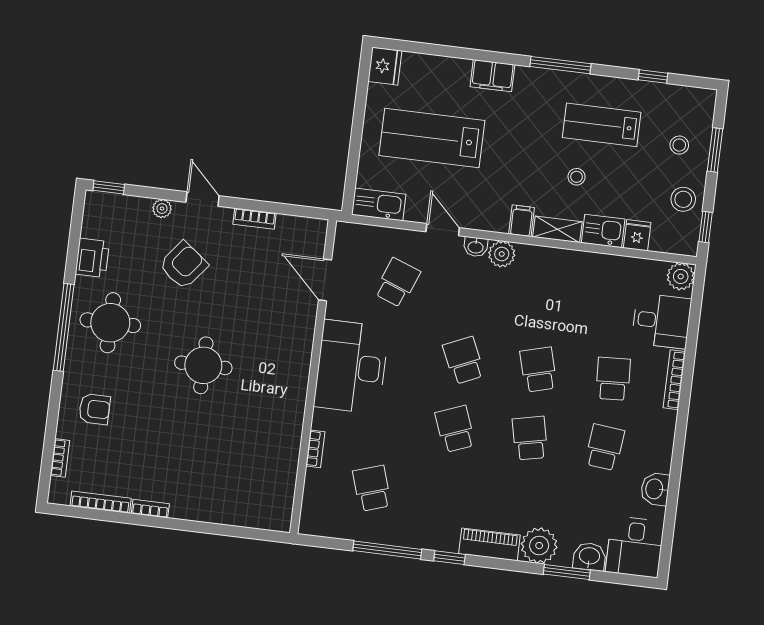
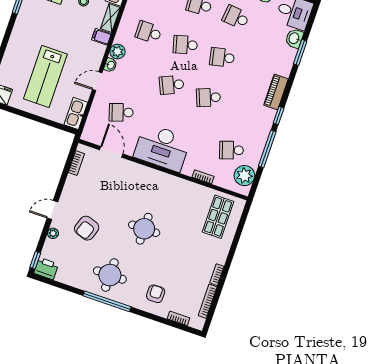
filing cabinet: (492, 76) -> (18, 36), removed
bookcase: (254, 219) -> (76, 163), moved
printer: (92, 258) -> (46, 269), moved
armchair: (183, 265) -> (87, 228), turned -109
door: (325, 280) -> (111, 152), swing flipped
school desk: (397, 283) -> (121, 112), turned -39
school desk: (547, 301) -> (149, 32), added
shop shelf: (251, 489) -> (218, 217), added
plant: (539, 546) -> (244, 176), moved

